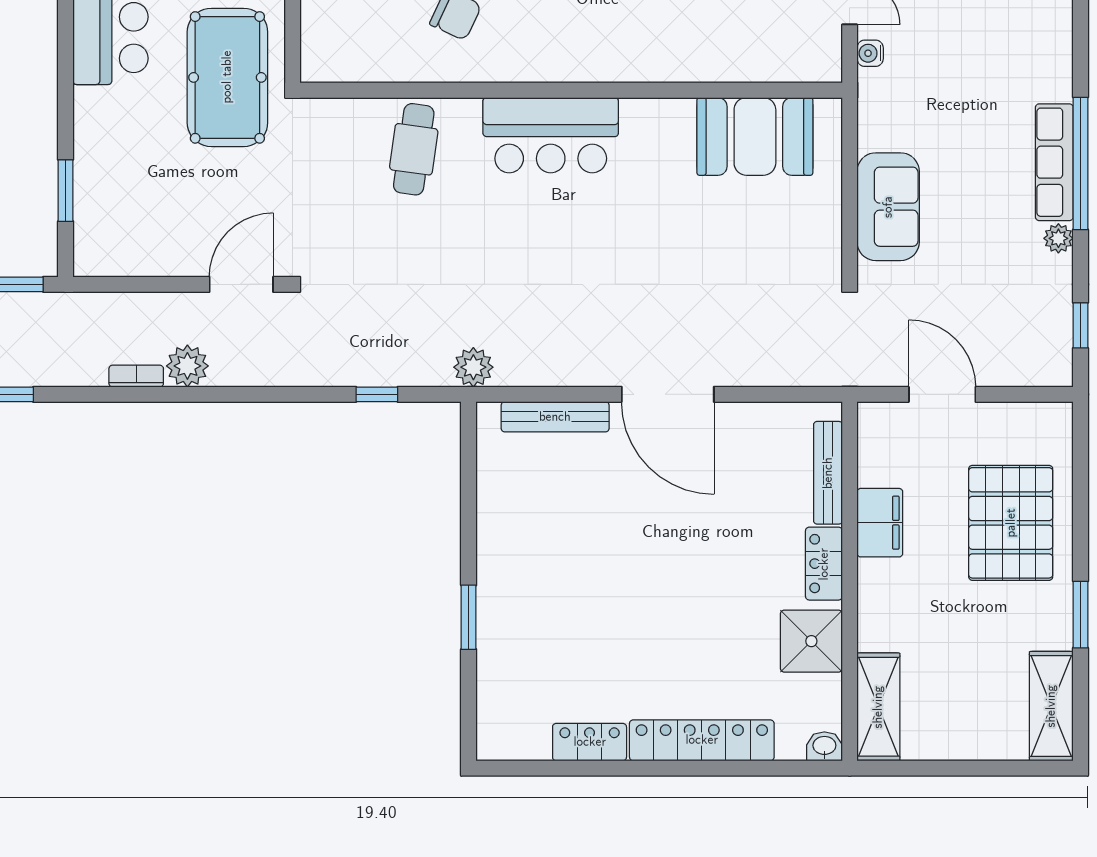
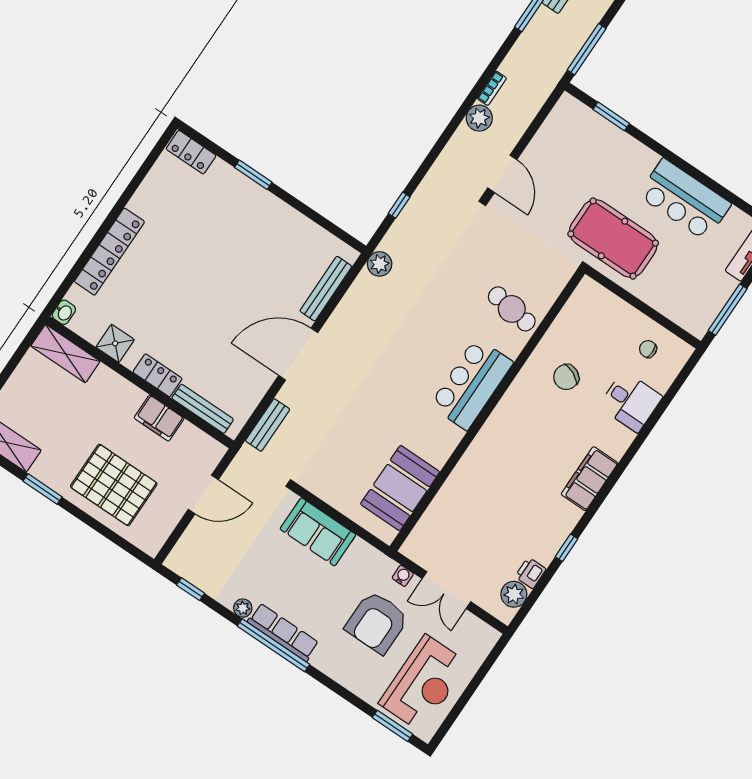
armchair: (956, 46) -> (377, 622), added
bench: (791, 371) -> (268, 425), added
shower: (811, 641) -> (115, 343), width x0.73, depth x0.73
locker: (590, 742) -> (191, 152), moved, turned 90

